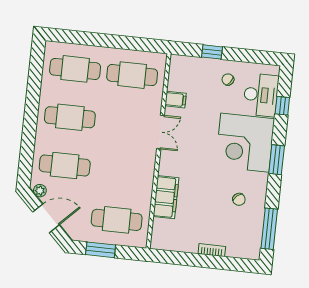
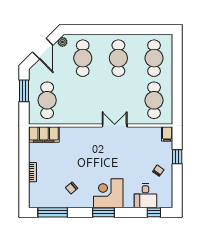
desk: (261, 95) -> (145, 196), width x0.73
filing cabinet: (176, 100) -> (167, 134), moved
window: (282, 106) -> (154, 212), moved
double door: (161, 132) -> (115, 125), swing flipped
corner desk: (245, 143) -> (108, 193), width x0.74, depth x0.74
filing cabinet: (166, 197) -> (44, 135), moved

